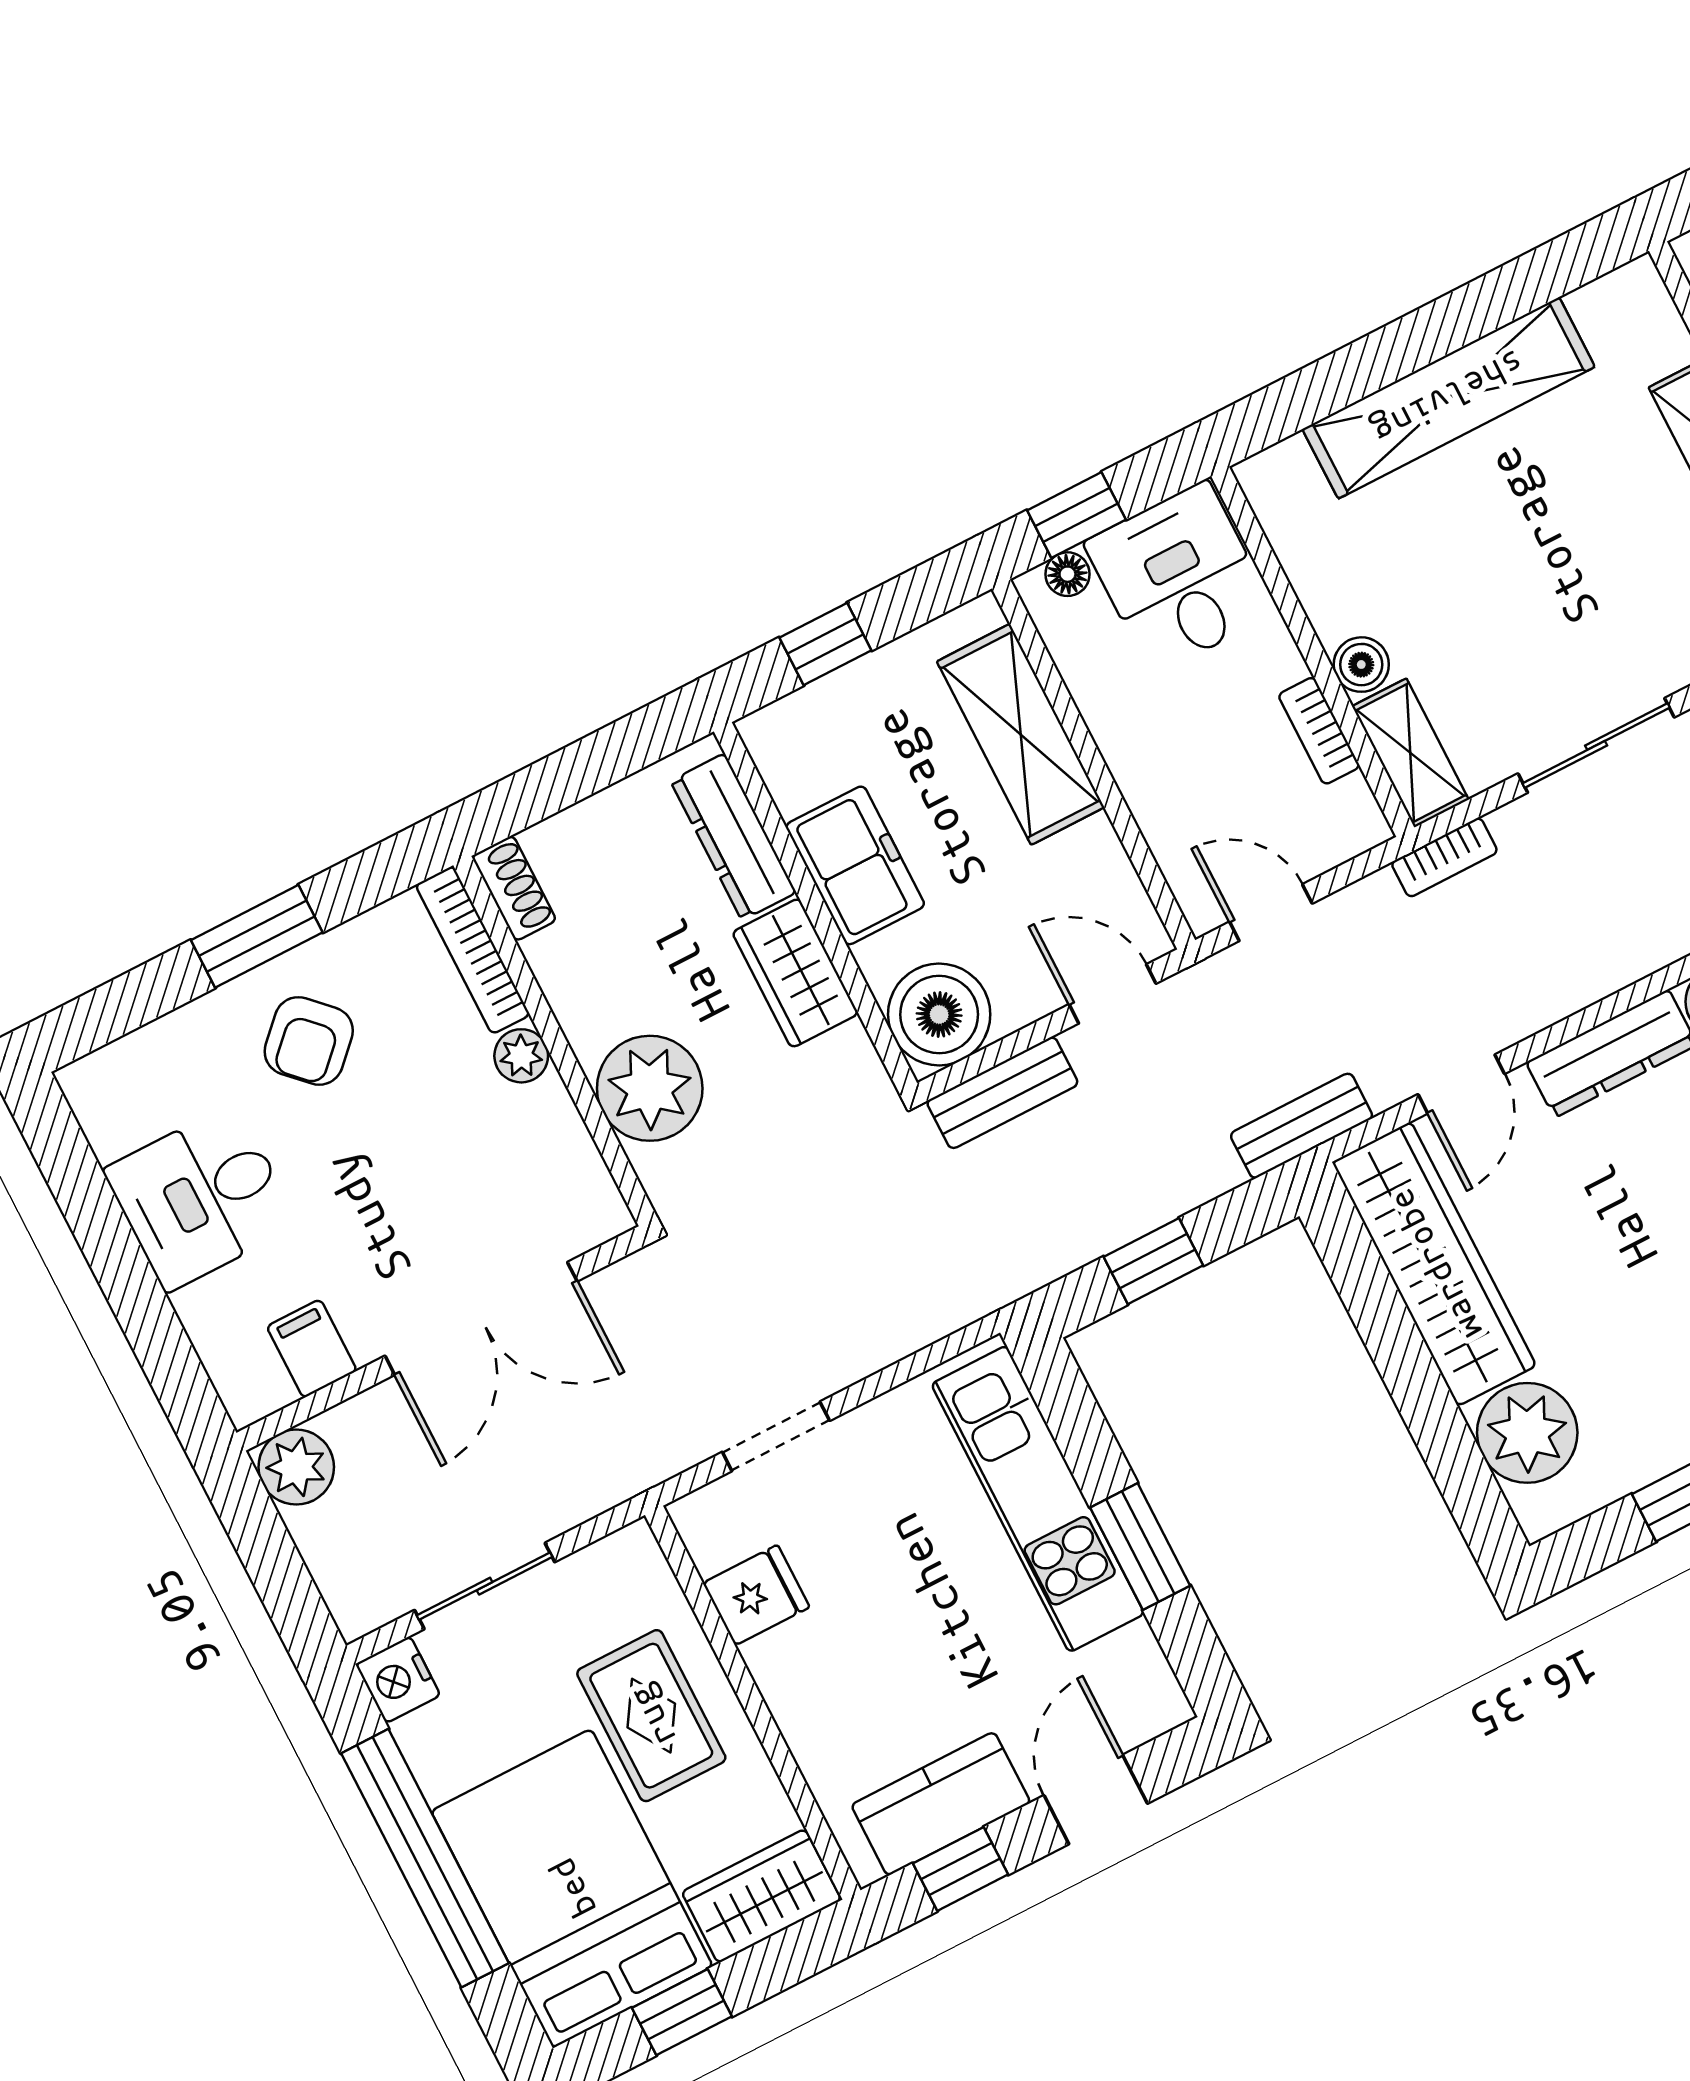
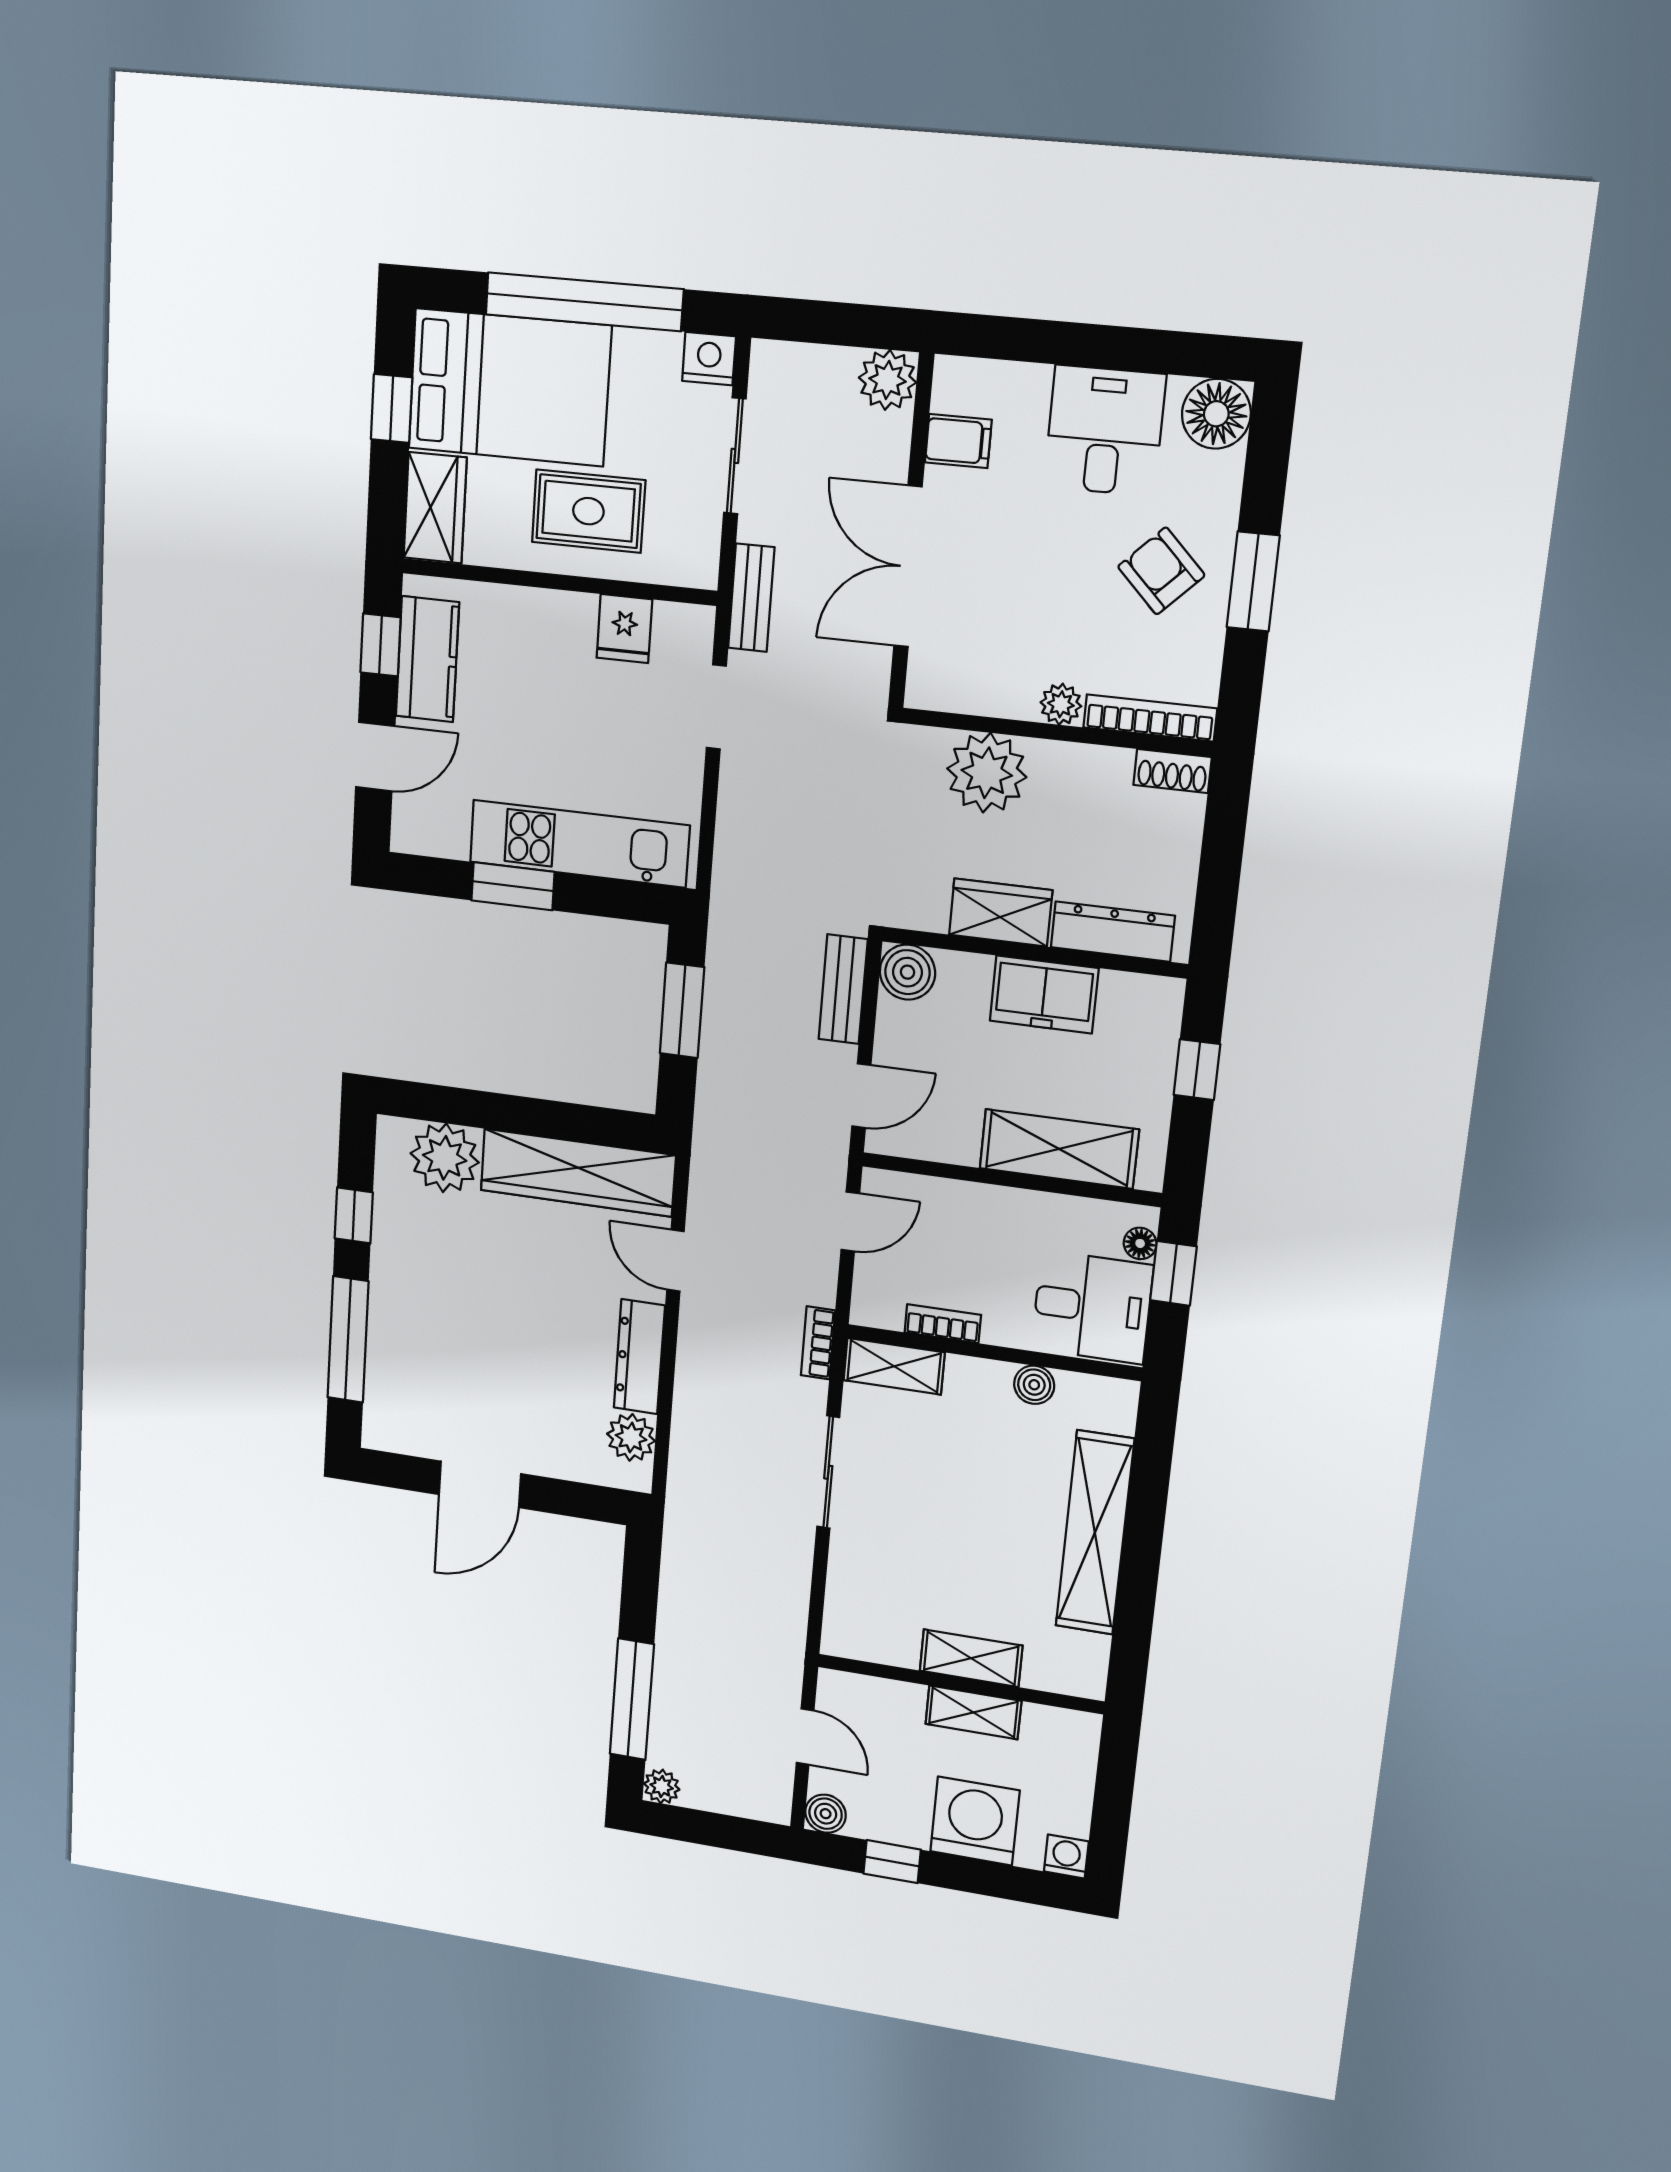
boiler: (1361, 665) -> (1034, 1385), moved
boiler: (939, 1014) -> (907, 972), width x0.73, depth x0.73
floor lamp: (109, 1091) -> (1216, 414), added
bench: (1302, 1126) -> (751, 598), moved
window: (1153, 1261) -> (682, 1010), width x1.50
door: (1096, 1799) -> (375, 757), hinge flipped

